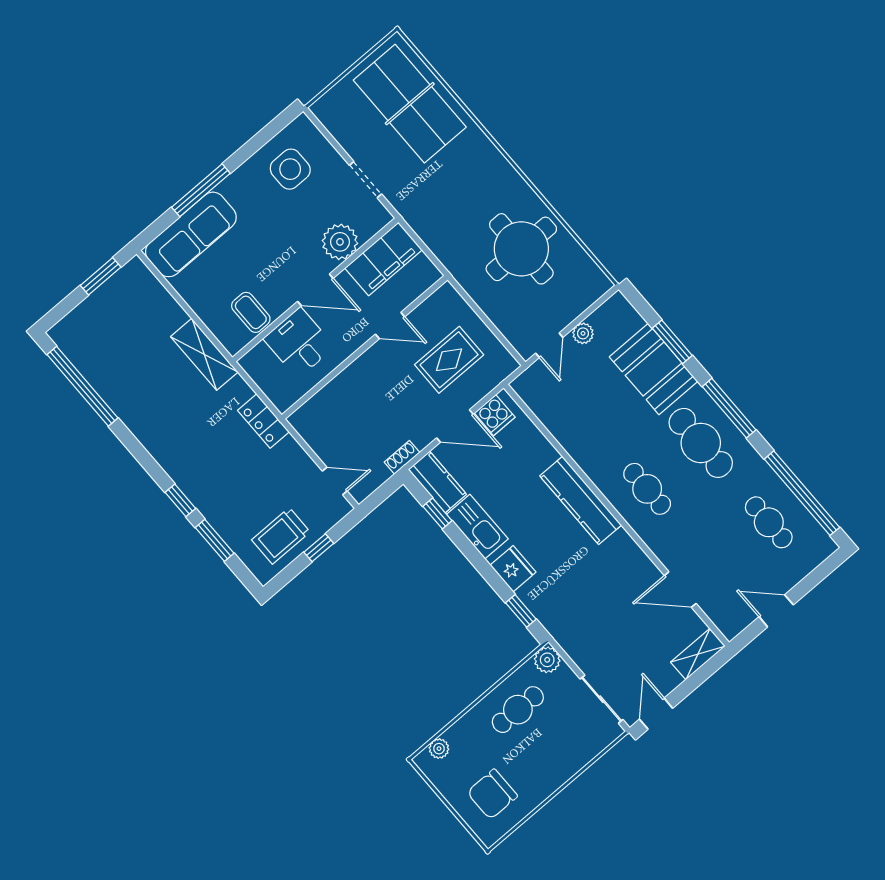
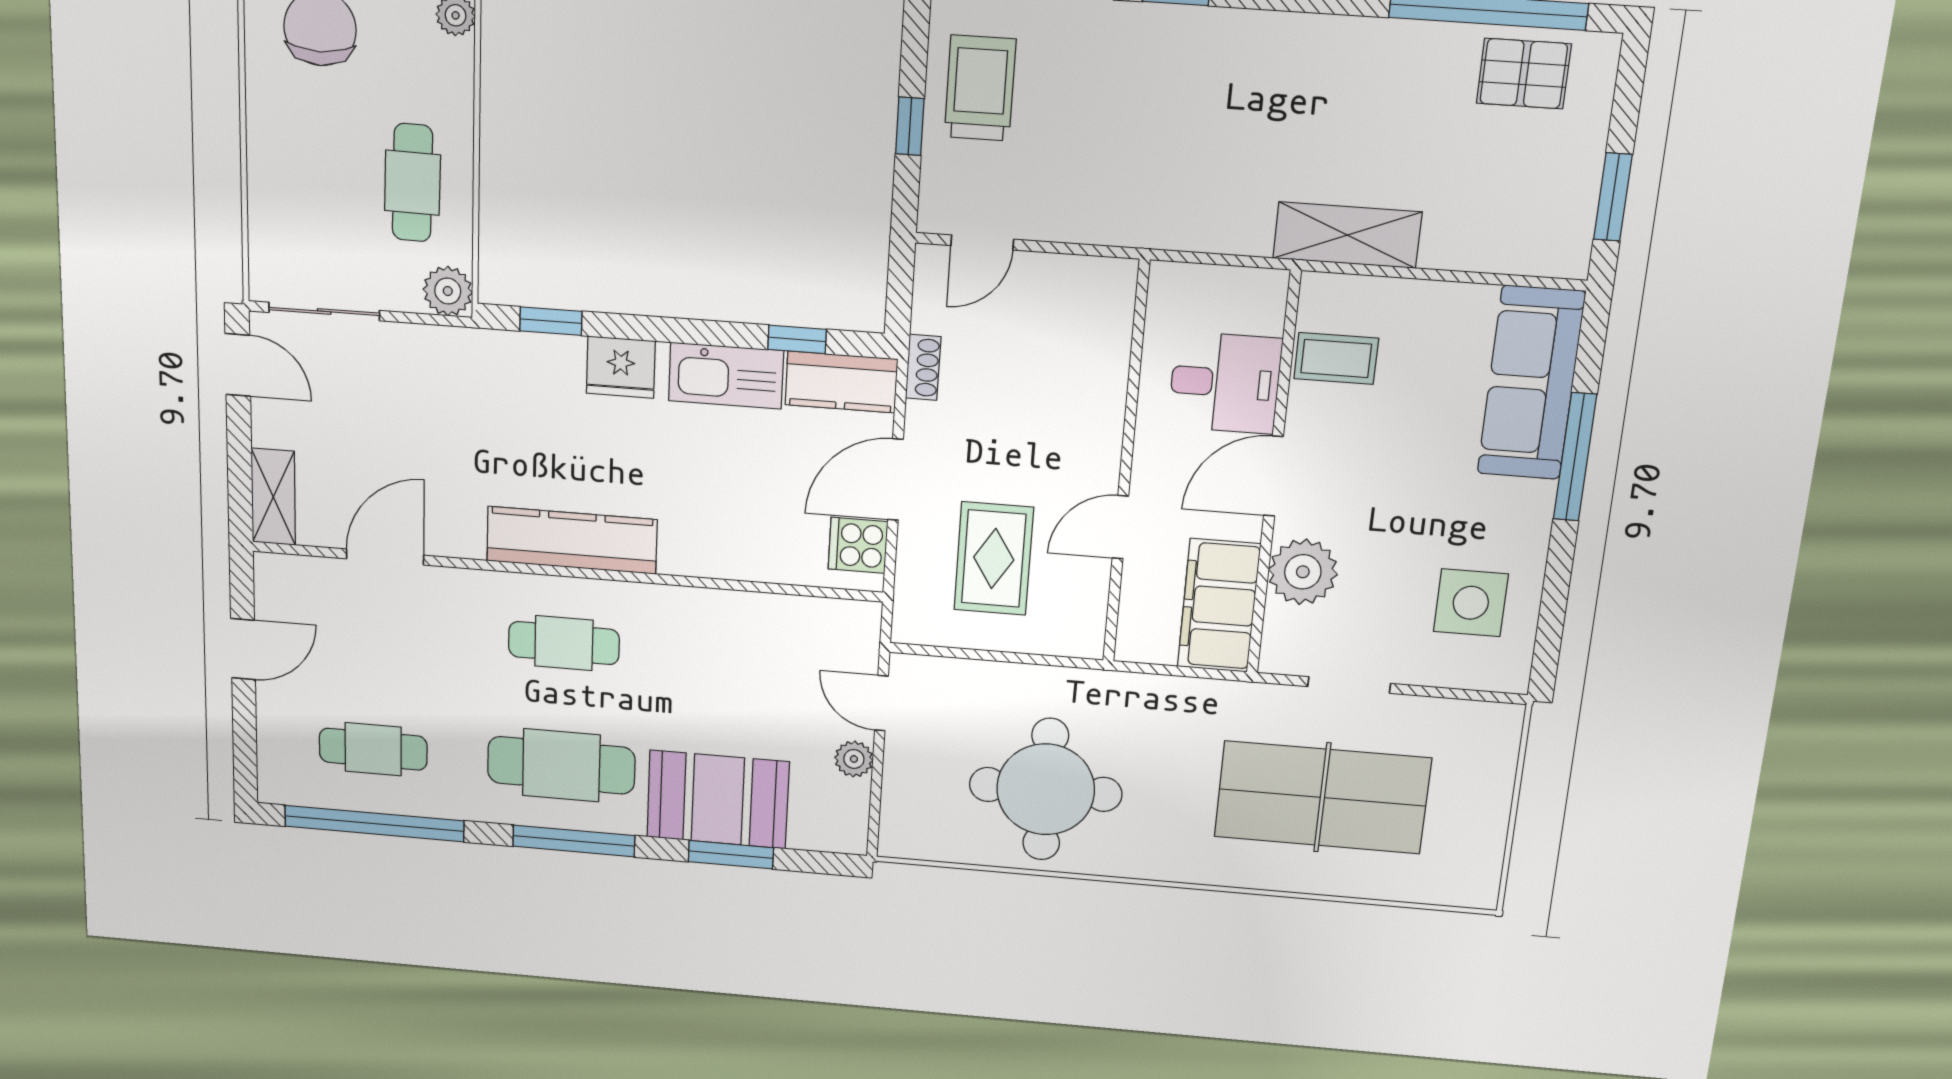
table tennis table: (410, 104) -> (1322, 797), moved
pallet: (91, 352) -> (1524, 74), added
locker: (263, 421) -> (1168, 225), removed
kitchen counter: (581, 500) -> (572, 540), moved

